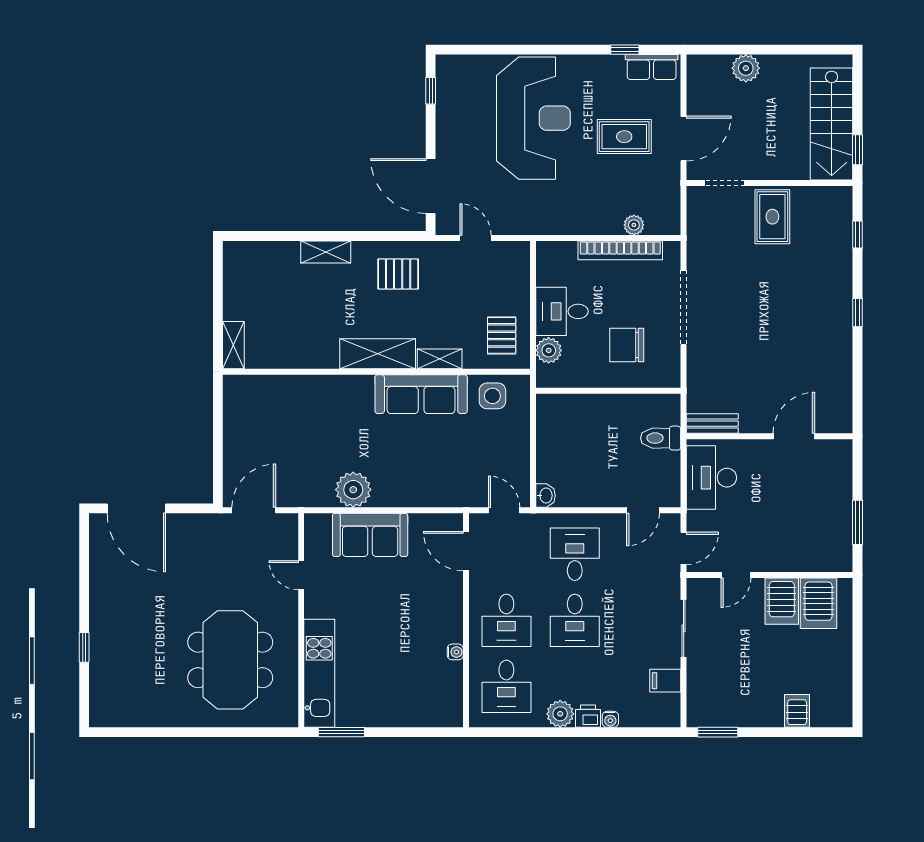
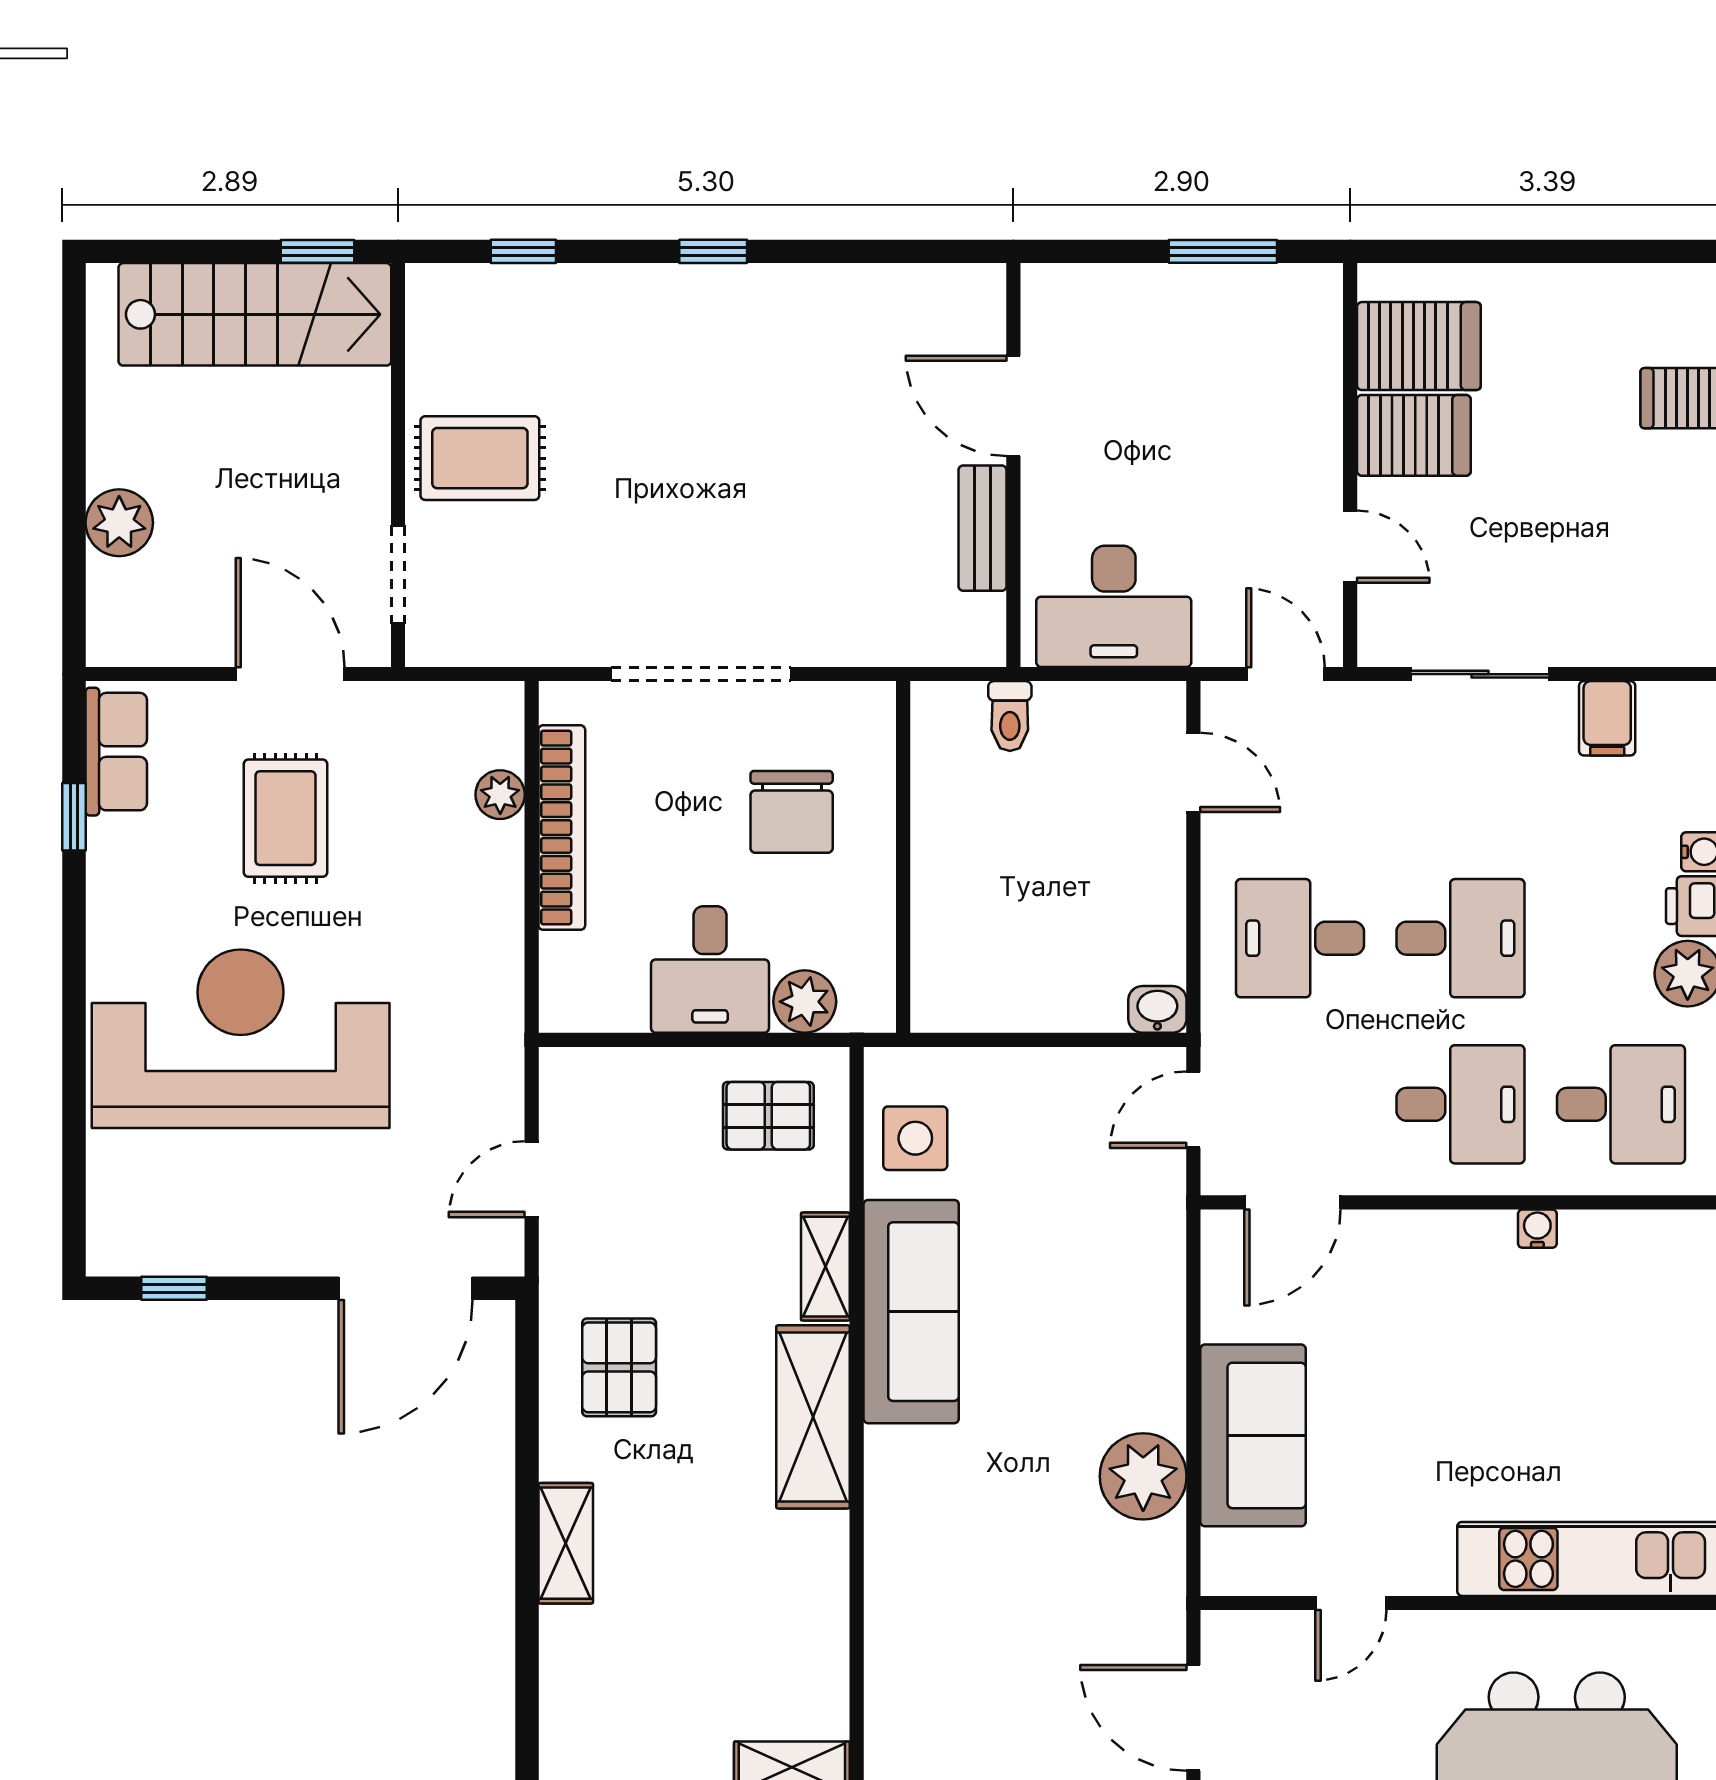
bench: (712, 424) -> (983, 528), moved
toilet: (661, 438) -> (1010, 716), width x0.73, depth x0.72

